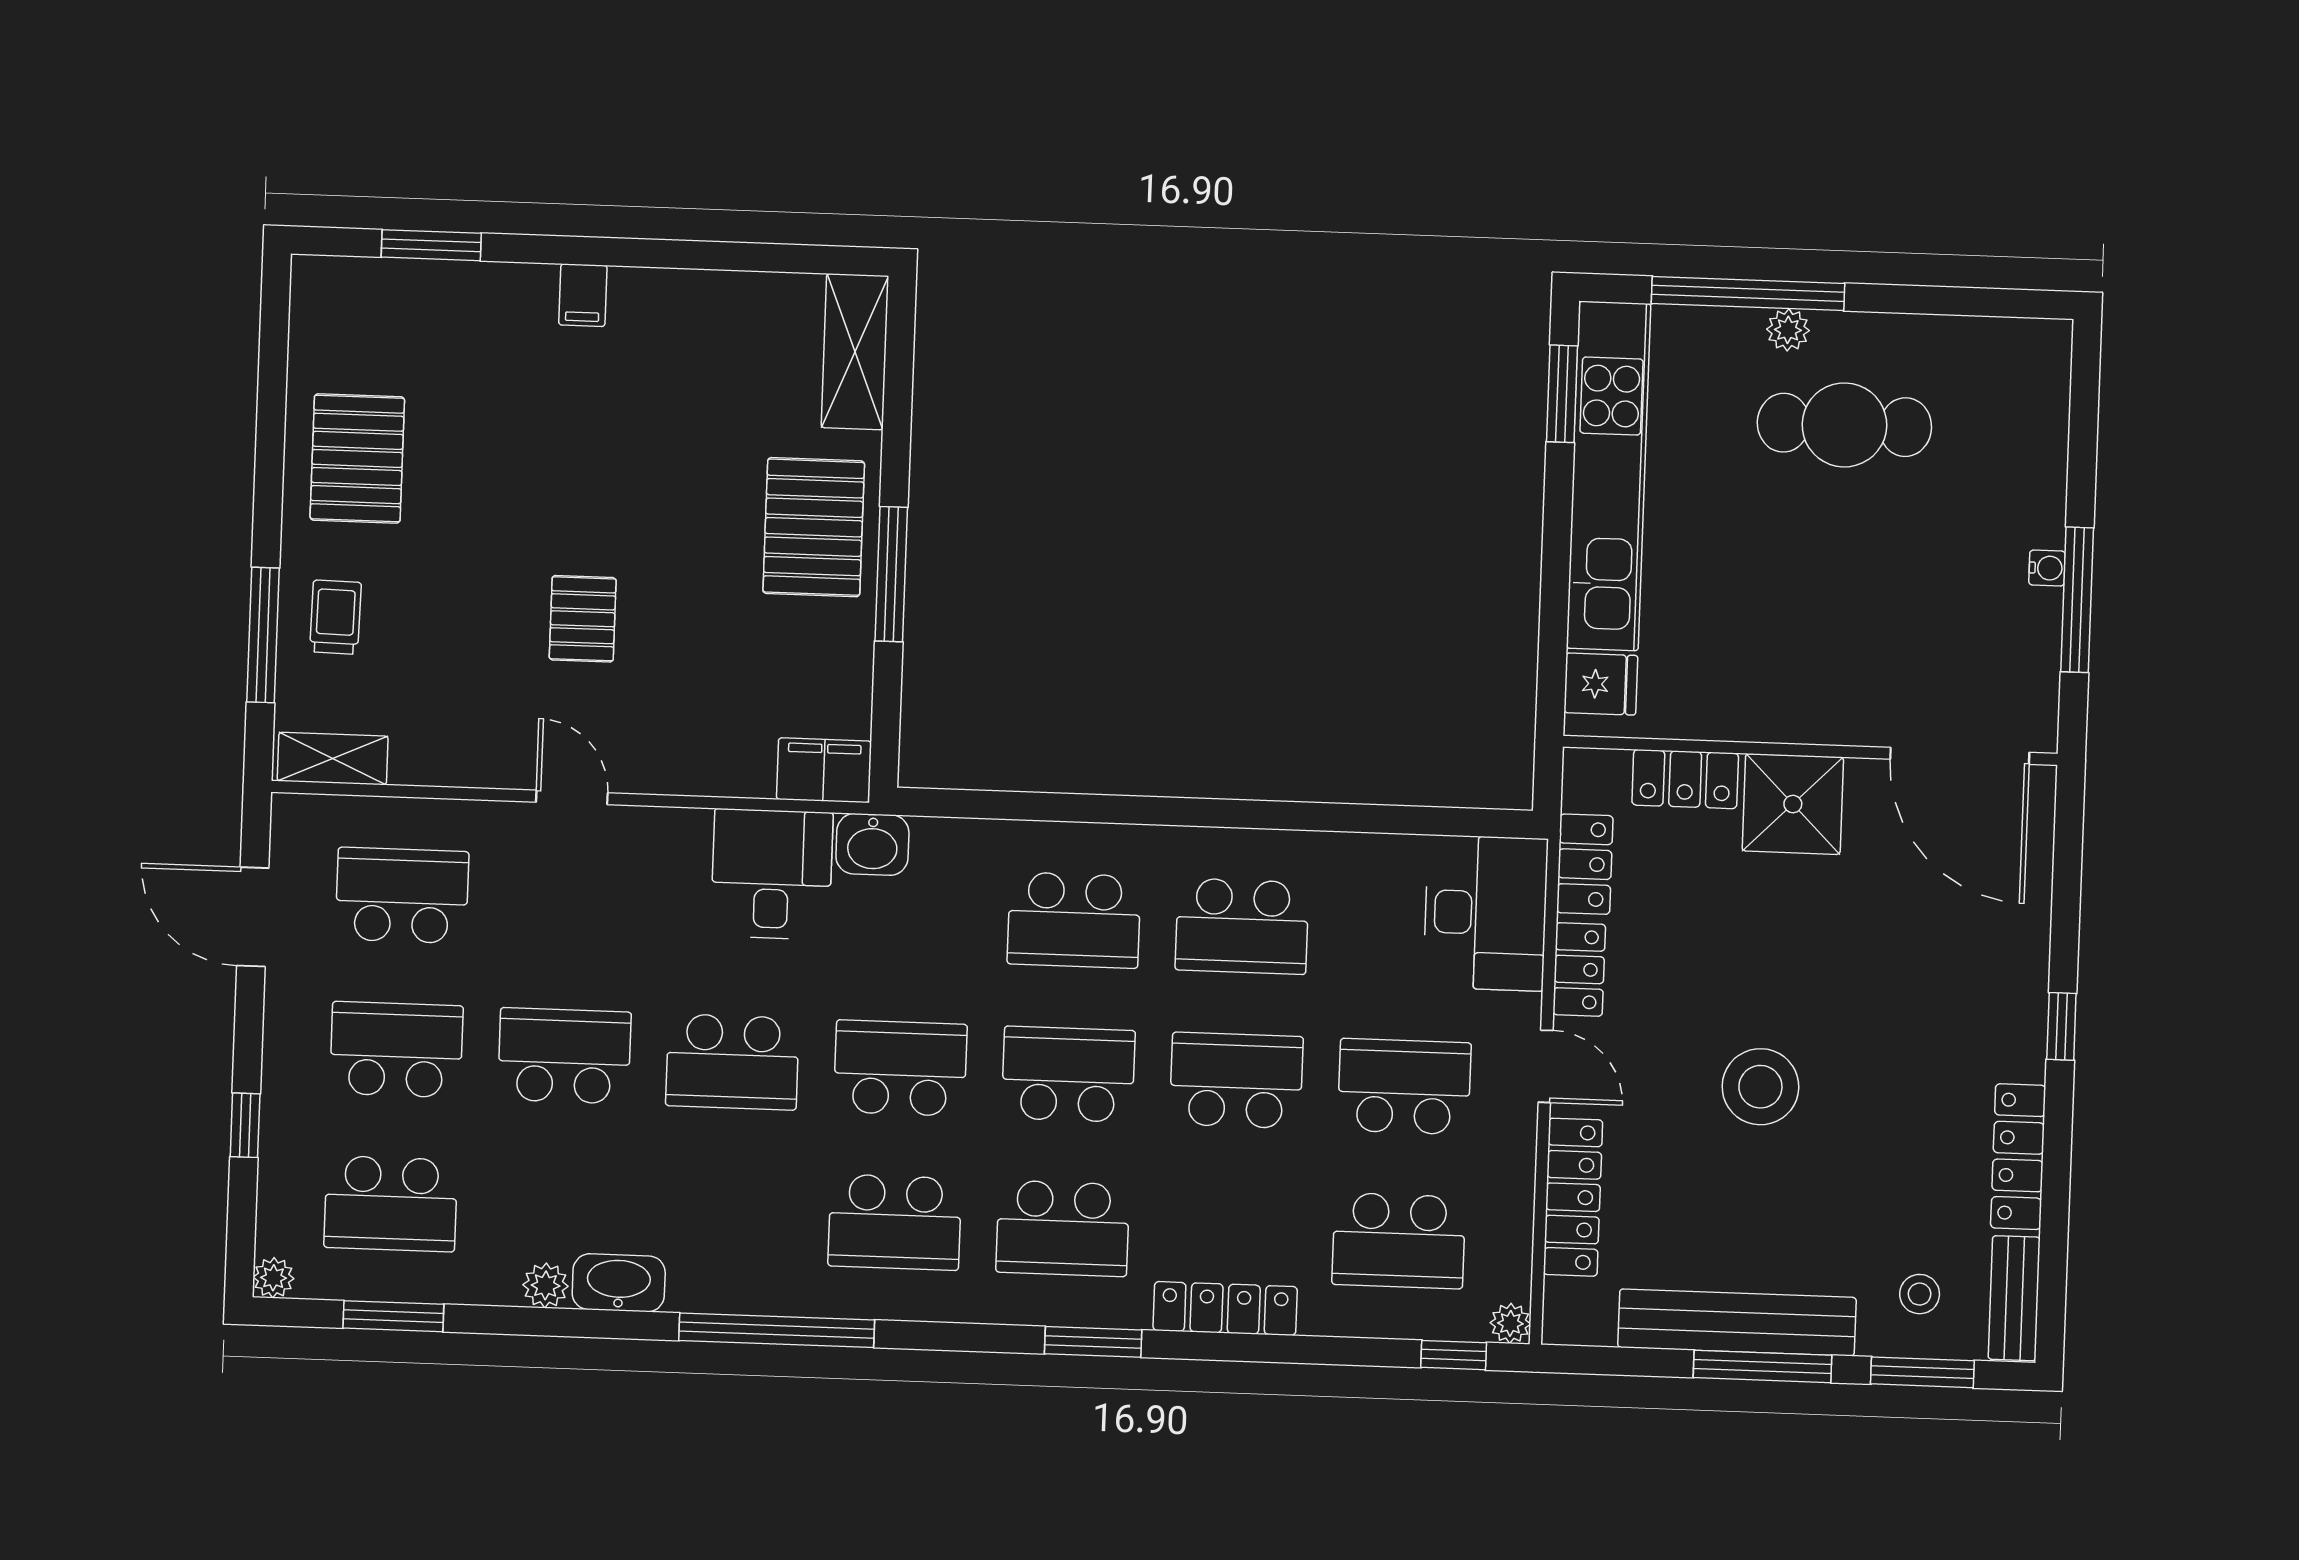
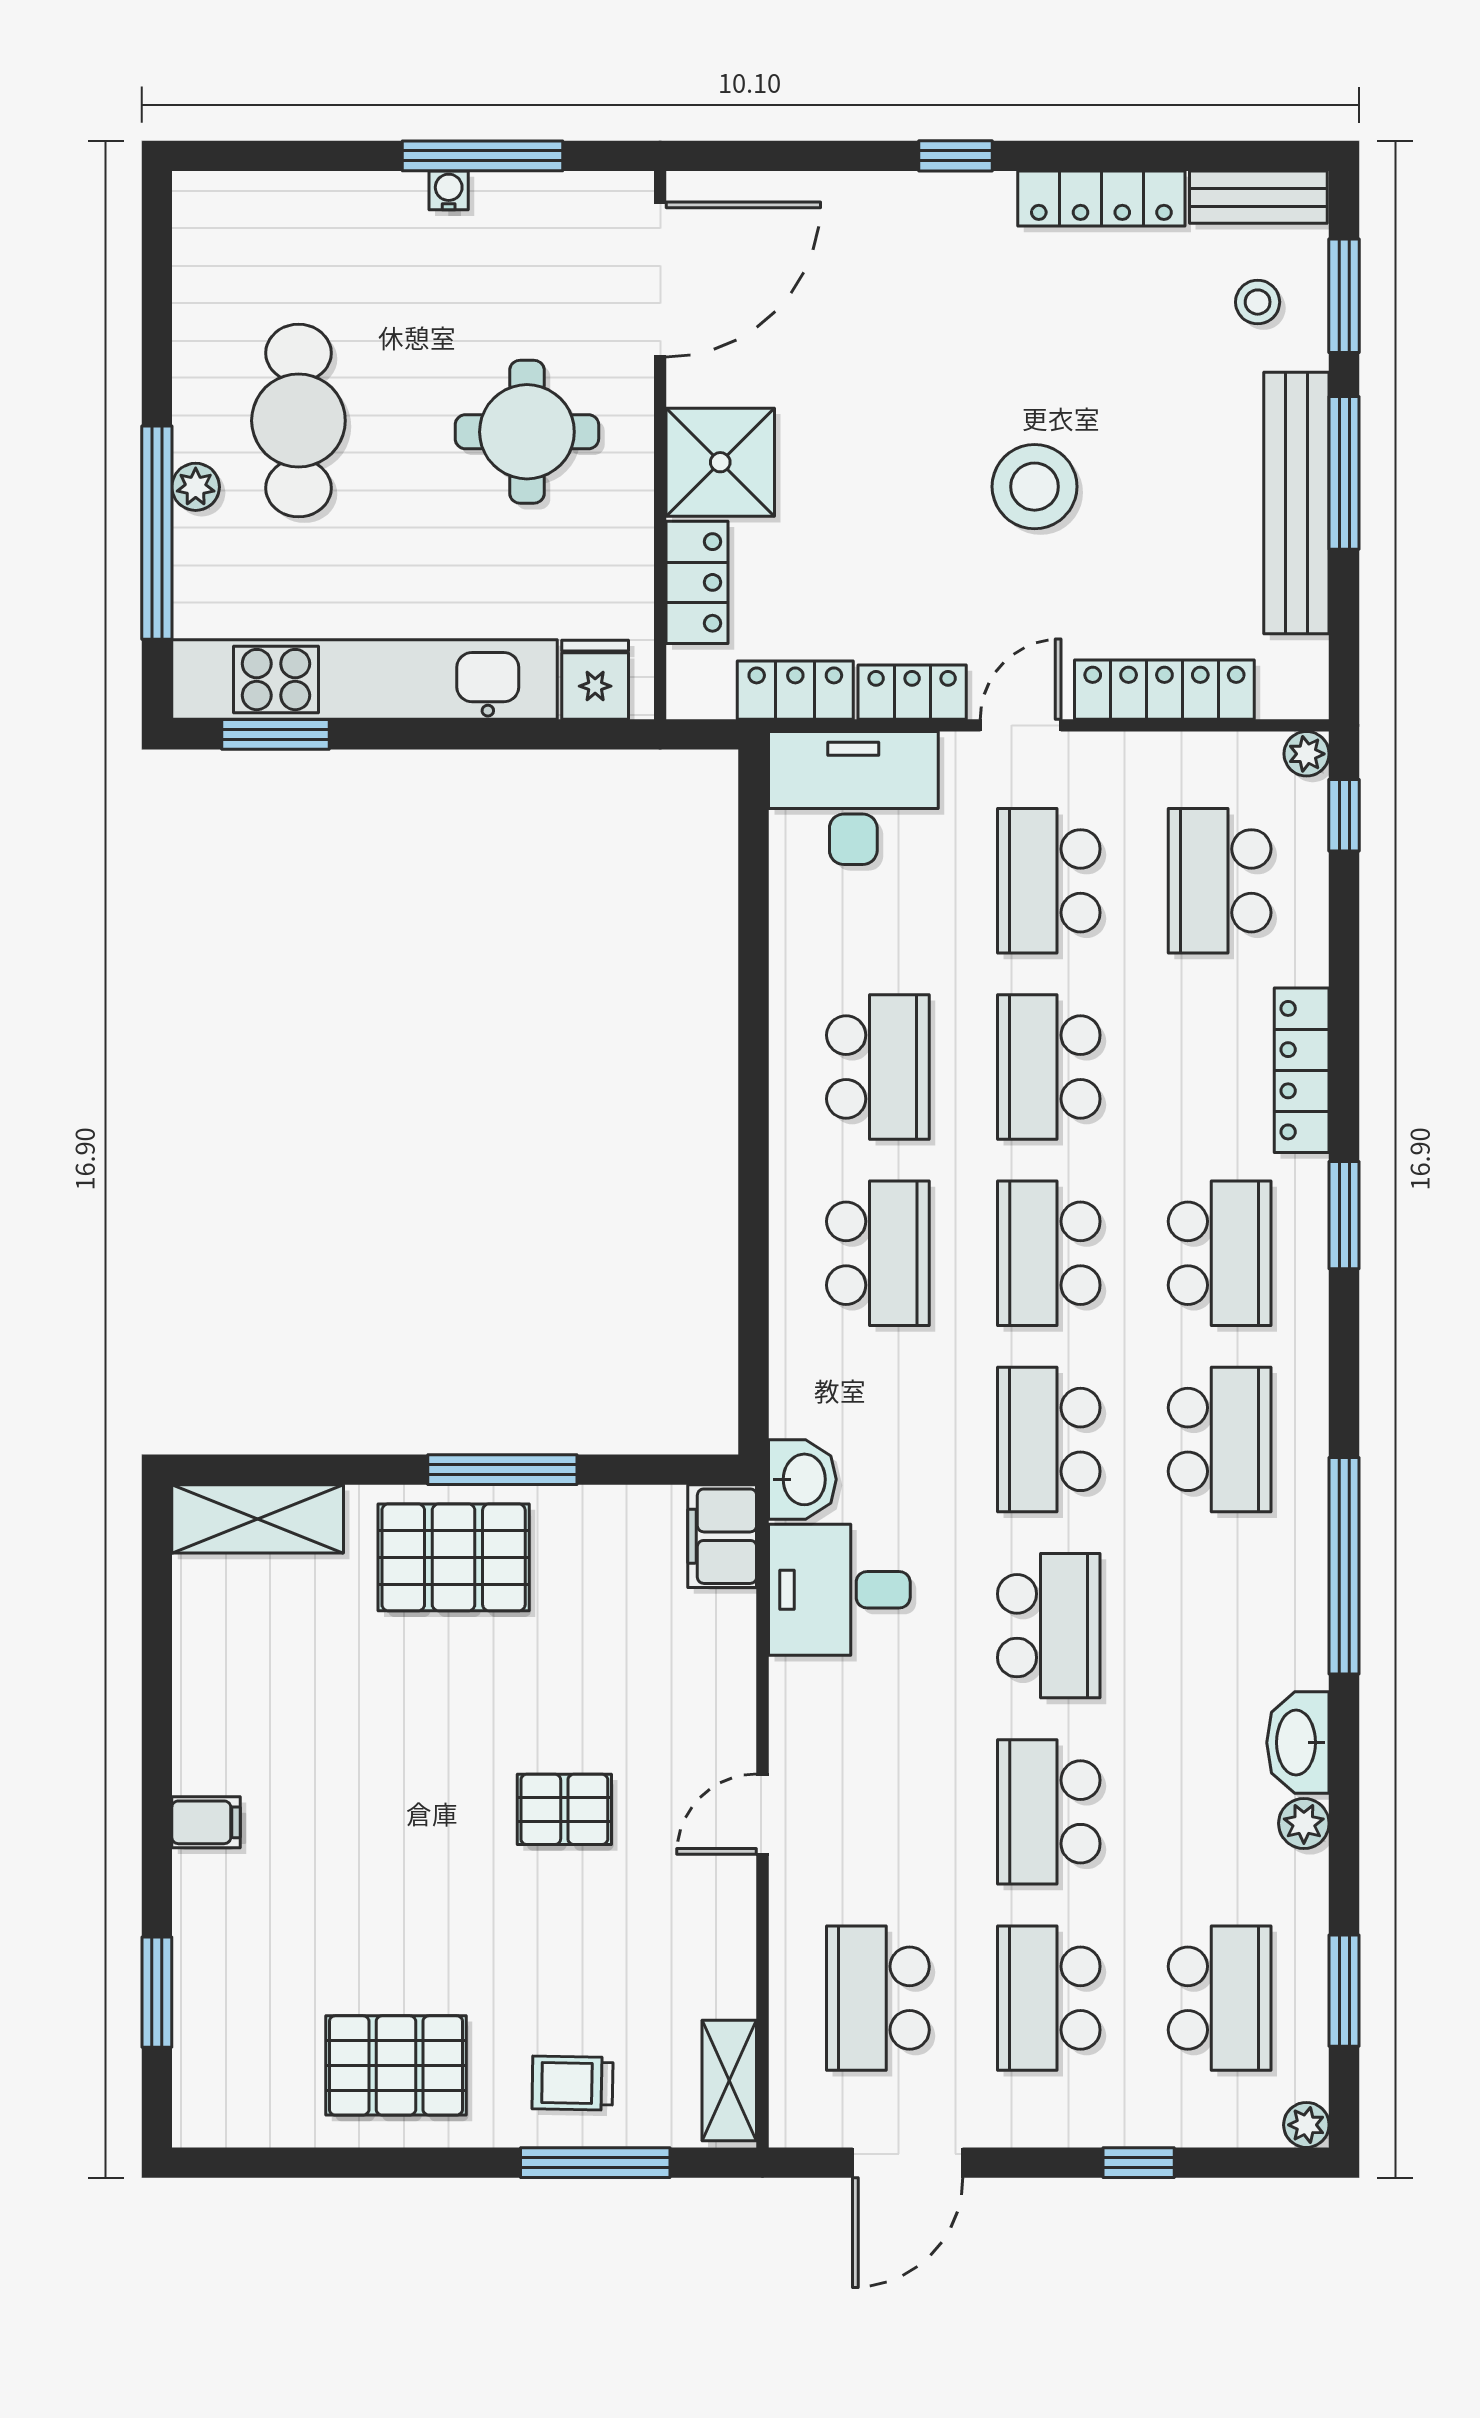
round table: (1827, 631) -> (527, 432), added
school desk: (1399, 1241) -> (1220, 881), turned 180

